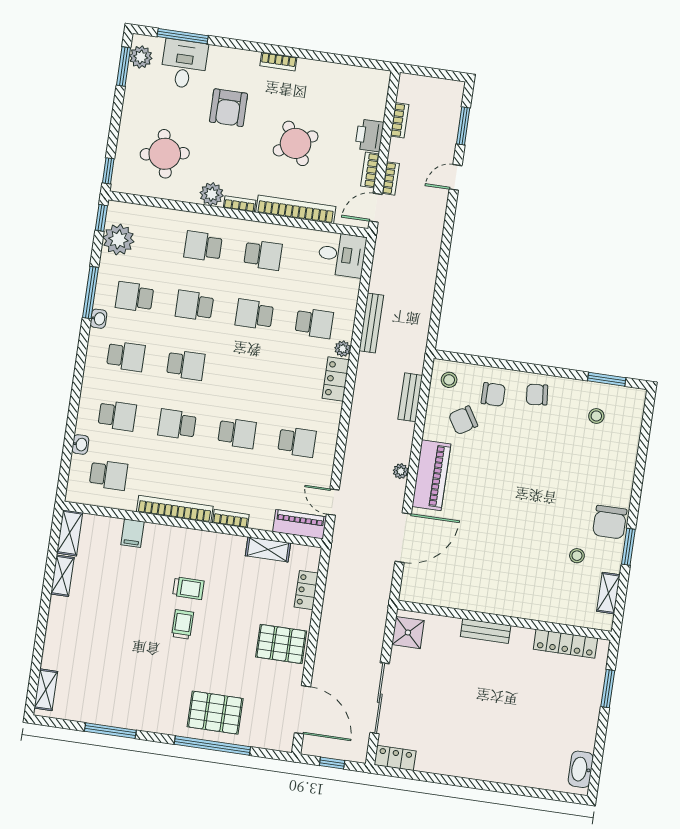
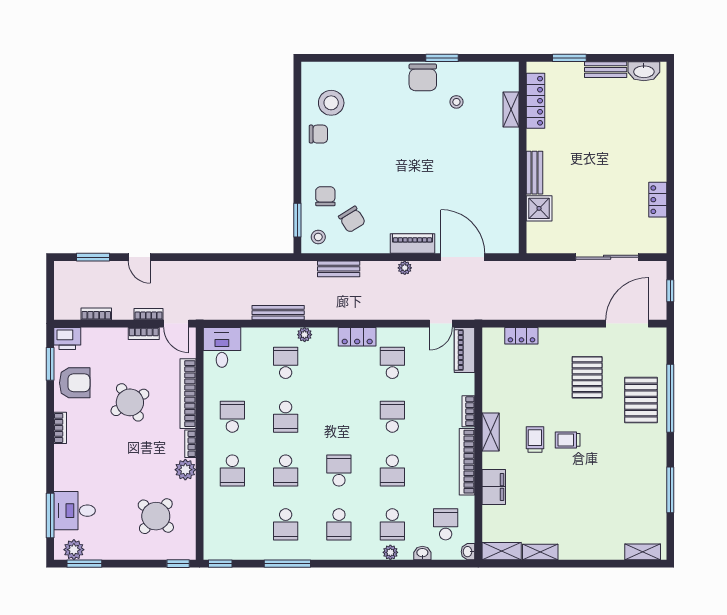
window: (351, 61) -> (50, 364), added
armchair: (228, 108) -> (75, 383), moved
printer: (369, 135) -> (67, 338), moved
round table: (165, 154) -> (156, 516), turned -38
plant: (118, 239) -> (390, 552), moved, width x0.53, depth x0.53
washbasin: (99, 319) -> (468, 552), moved, turned -90
school desk: (126, 356) -> (339, 524), turned 180
locker: (336, 379) -> (357, 337), moved
window: (607, 379) -> (297, 220), moved
chair: (537, 395) -> (318, 134), moved, turned -84
school desk: (117, 416) -> (392, 524), turned 180
stool: (596, 416) -> (331, 103), width x1.89, depth x1.89
piano: (431, 475) -> (412, 244), width x0.73, depth x0.75
chair: (610, 522) -> (423, 77), turned 90
filing cabinet: (133, 533) -> (494, 487), width x2.00
shelving: (268, 549) -> (491, 432), moved
shelving: (608, 593) -> (511, 109), moved, turned 90
shower: (408, 633) -> (539, 208), moved
pallet: (281, 644) -> (587, 377), moved
bench: (589, 727) -> (606, 70), added
locker: (395, 758) -> (658, 200), moved

